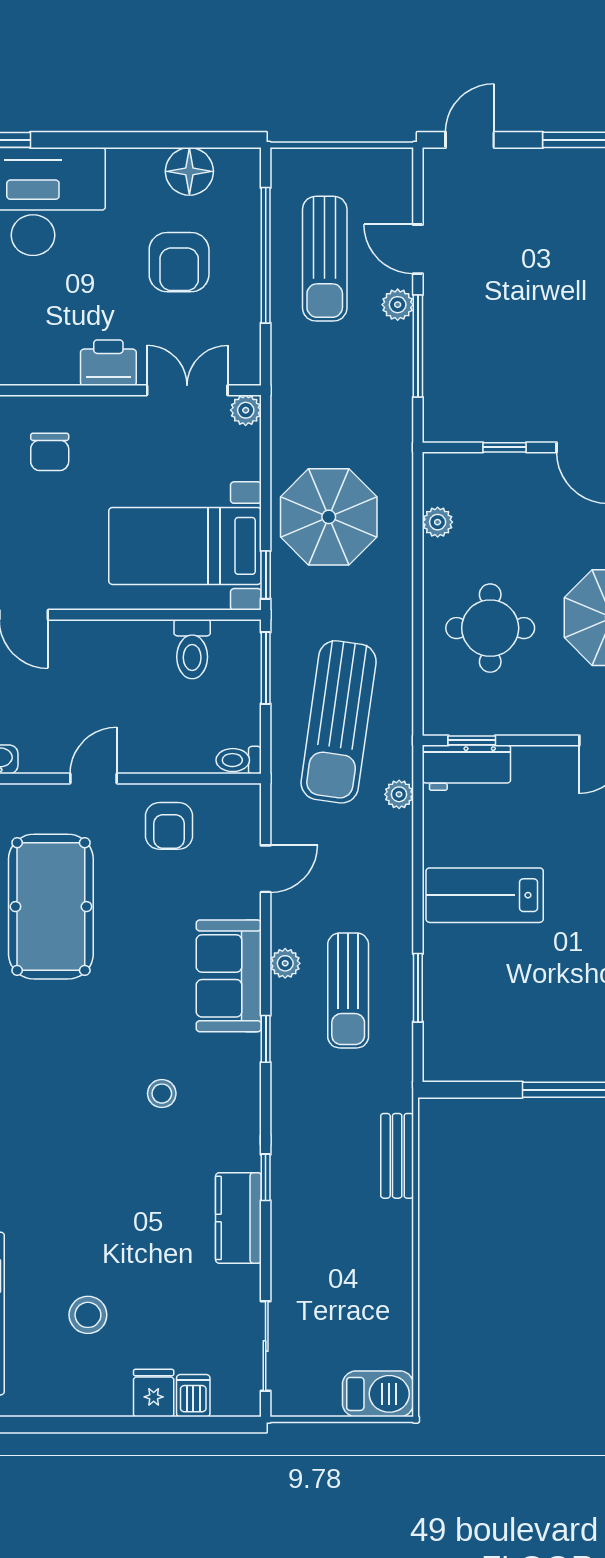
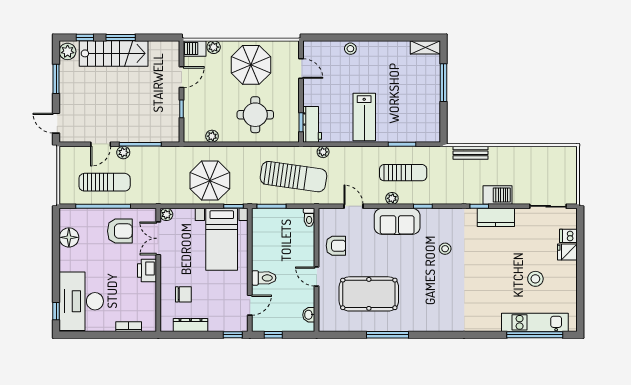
armchair: (179, 262) -> (120, 231), moved
toilet: (192, 649) -> (264, 278), moved
barbecue: (378, 1394) -> (497, 195), moved, turned 90

